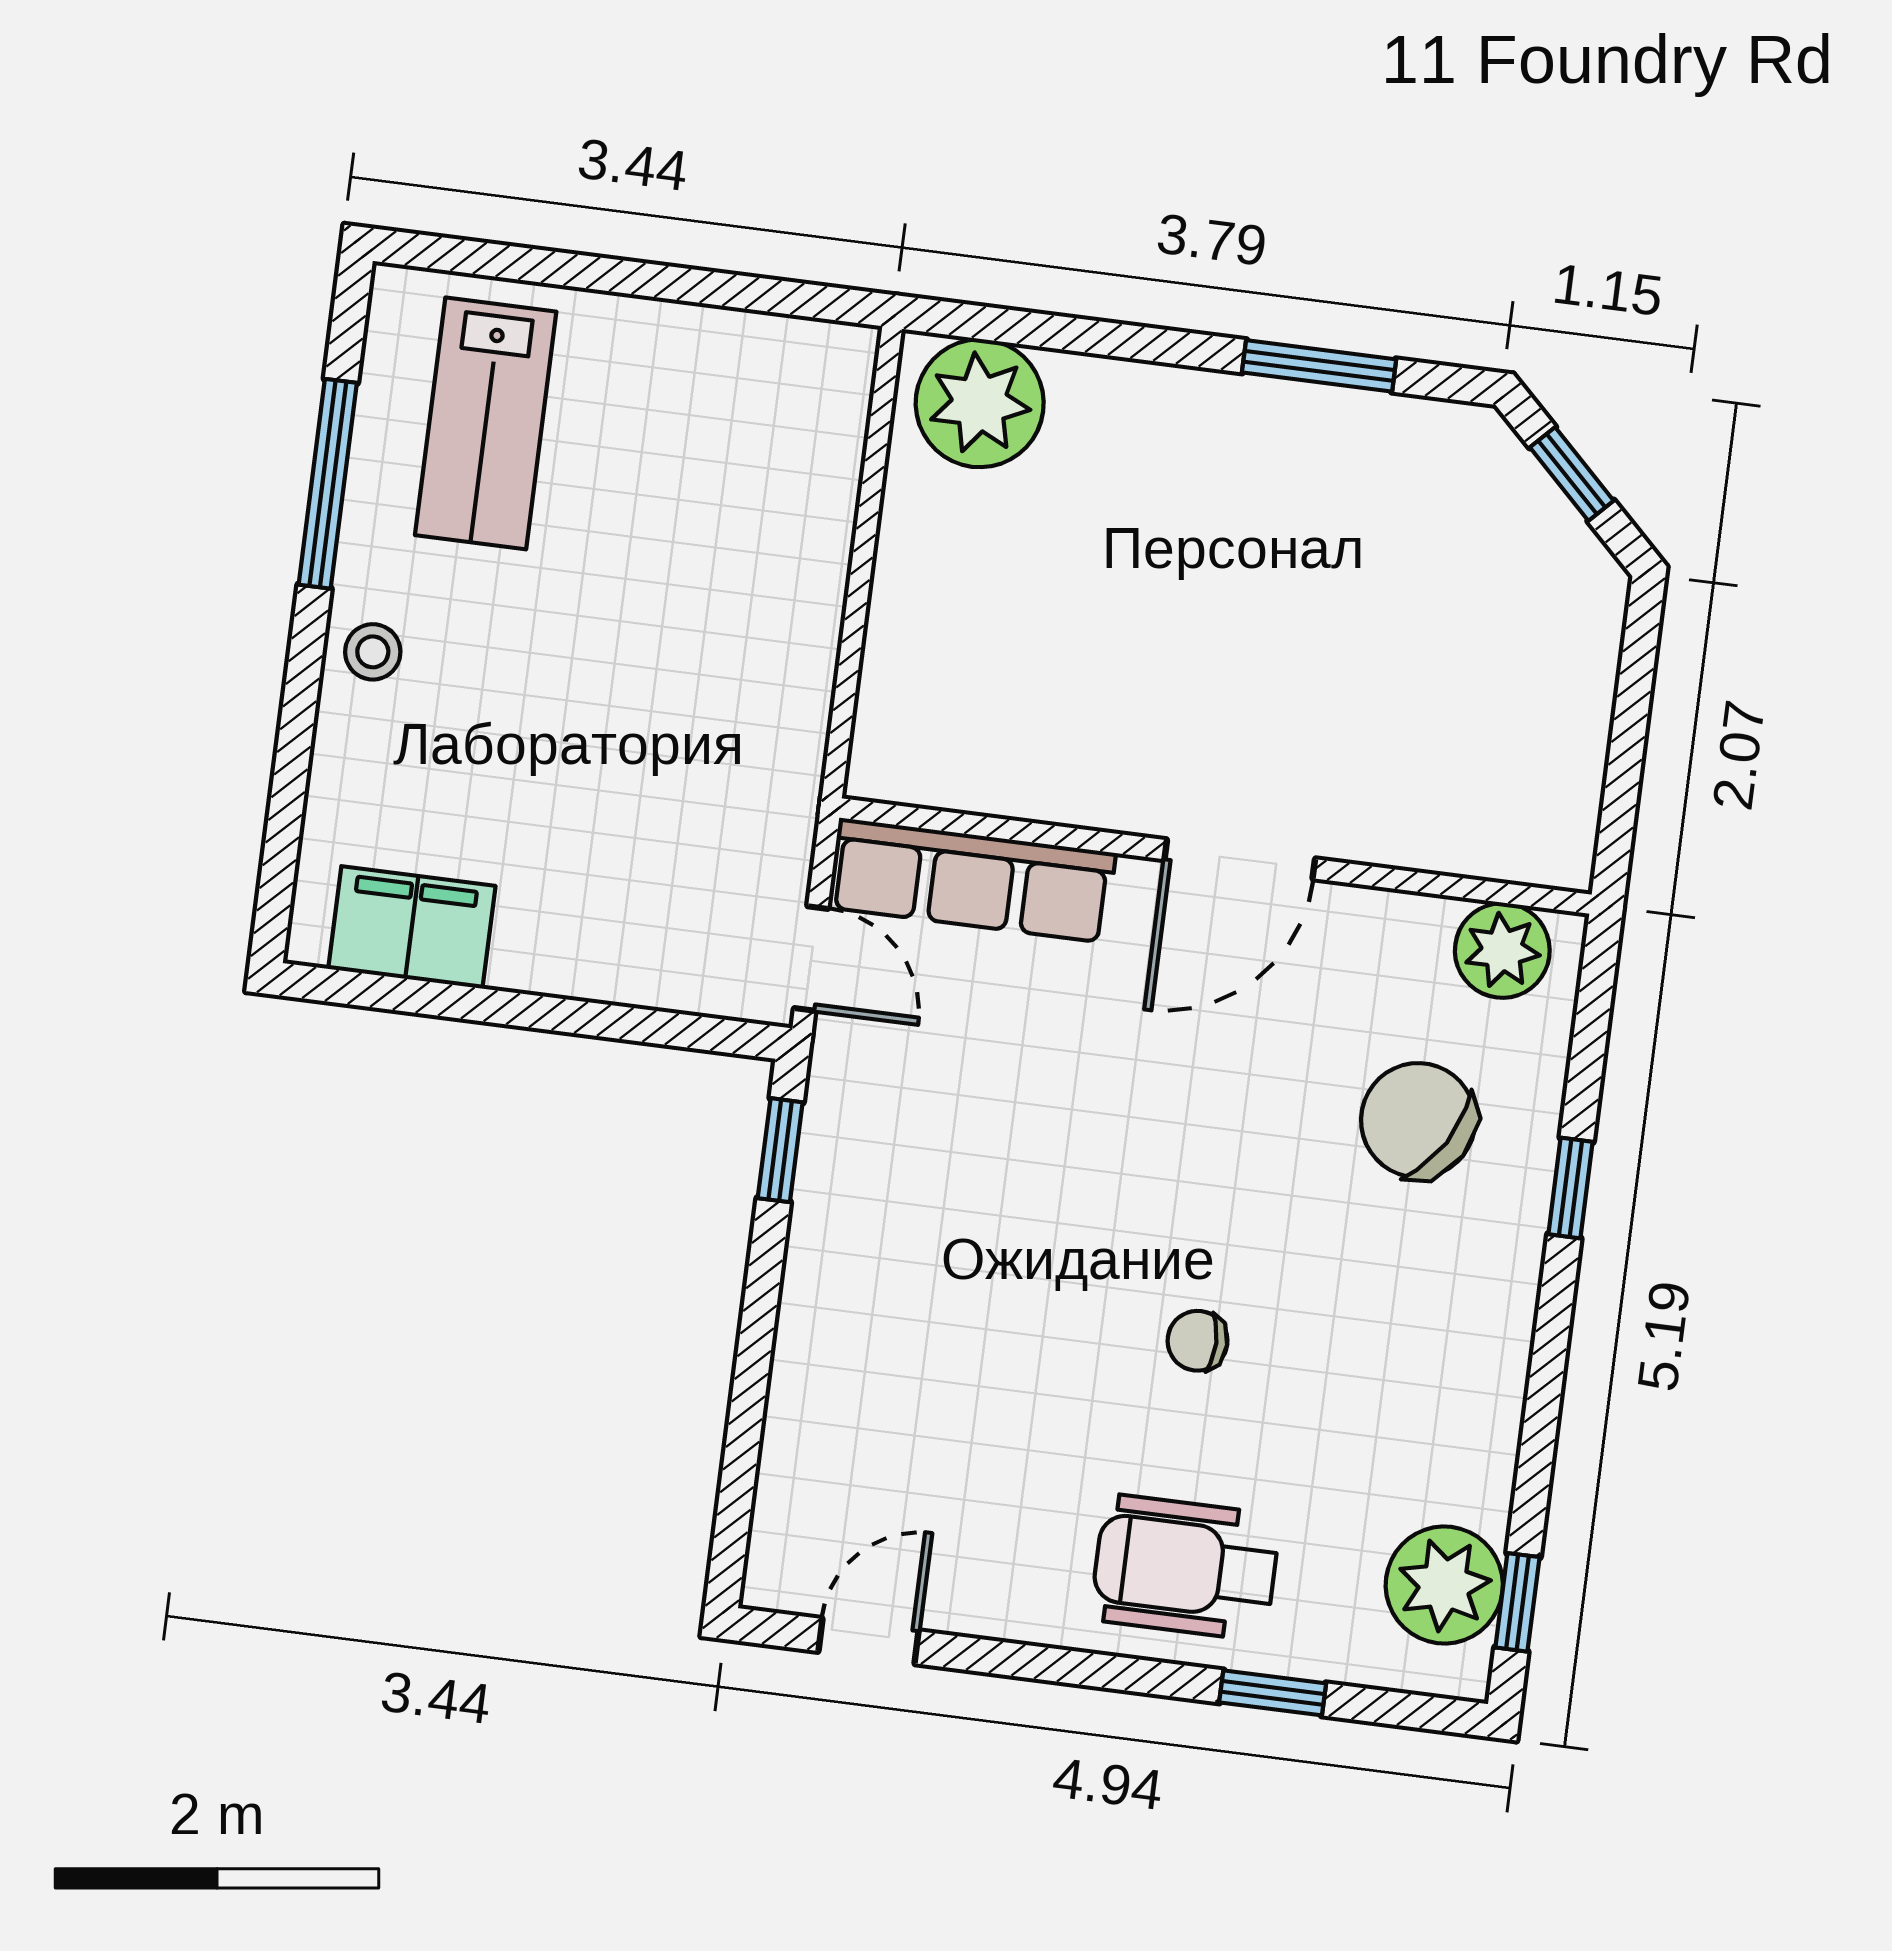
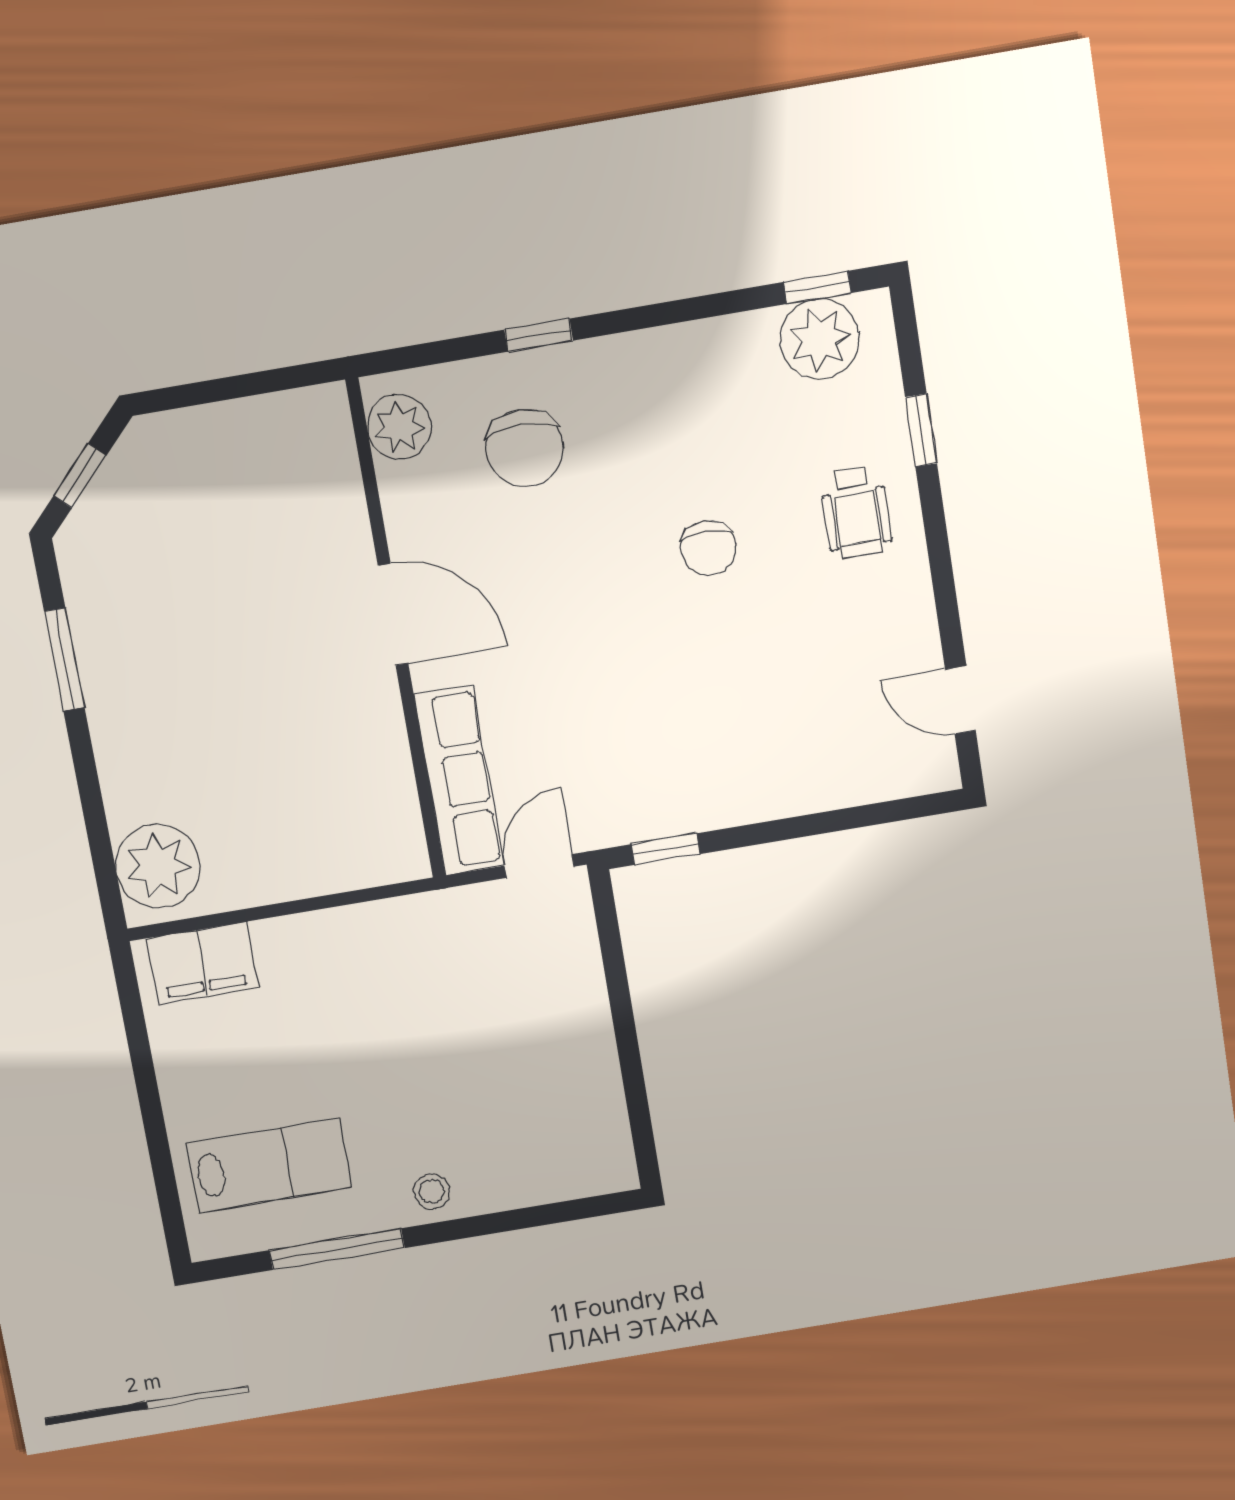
filing cabinet: (412, 927) -> (202, 963), moved, turned -90
chair: (1418, 1120) -> (525, 448), turned -31
chair: (1197, 1341) -> (709, 548), width x1.37, depth x1.37
wheelchair: (1185, 1567) -> (856, 512), width x0.73, depth x0.73

